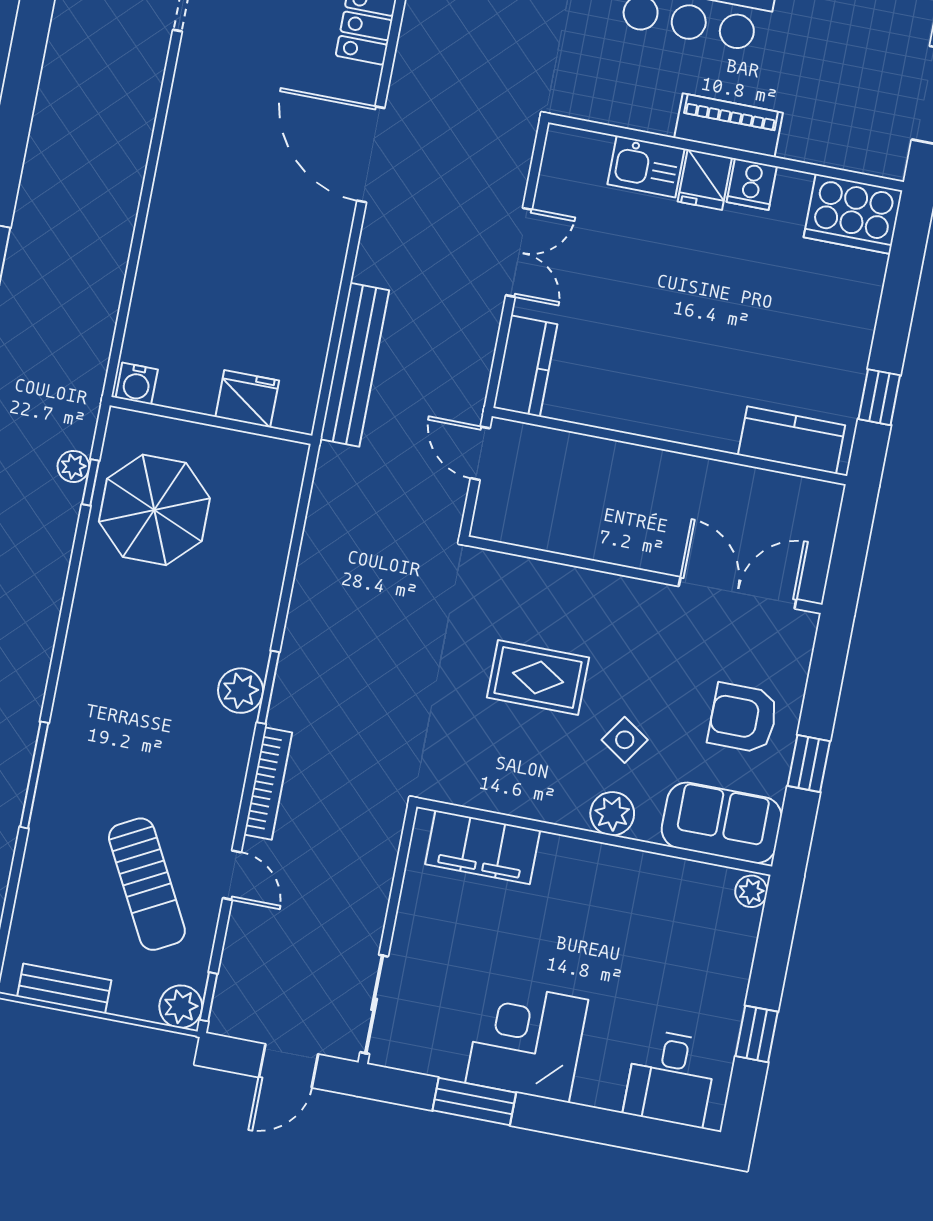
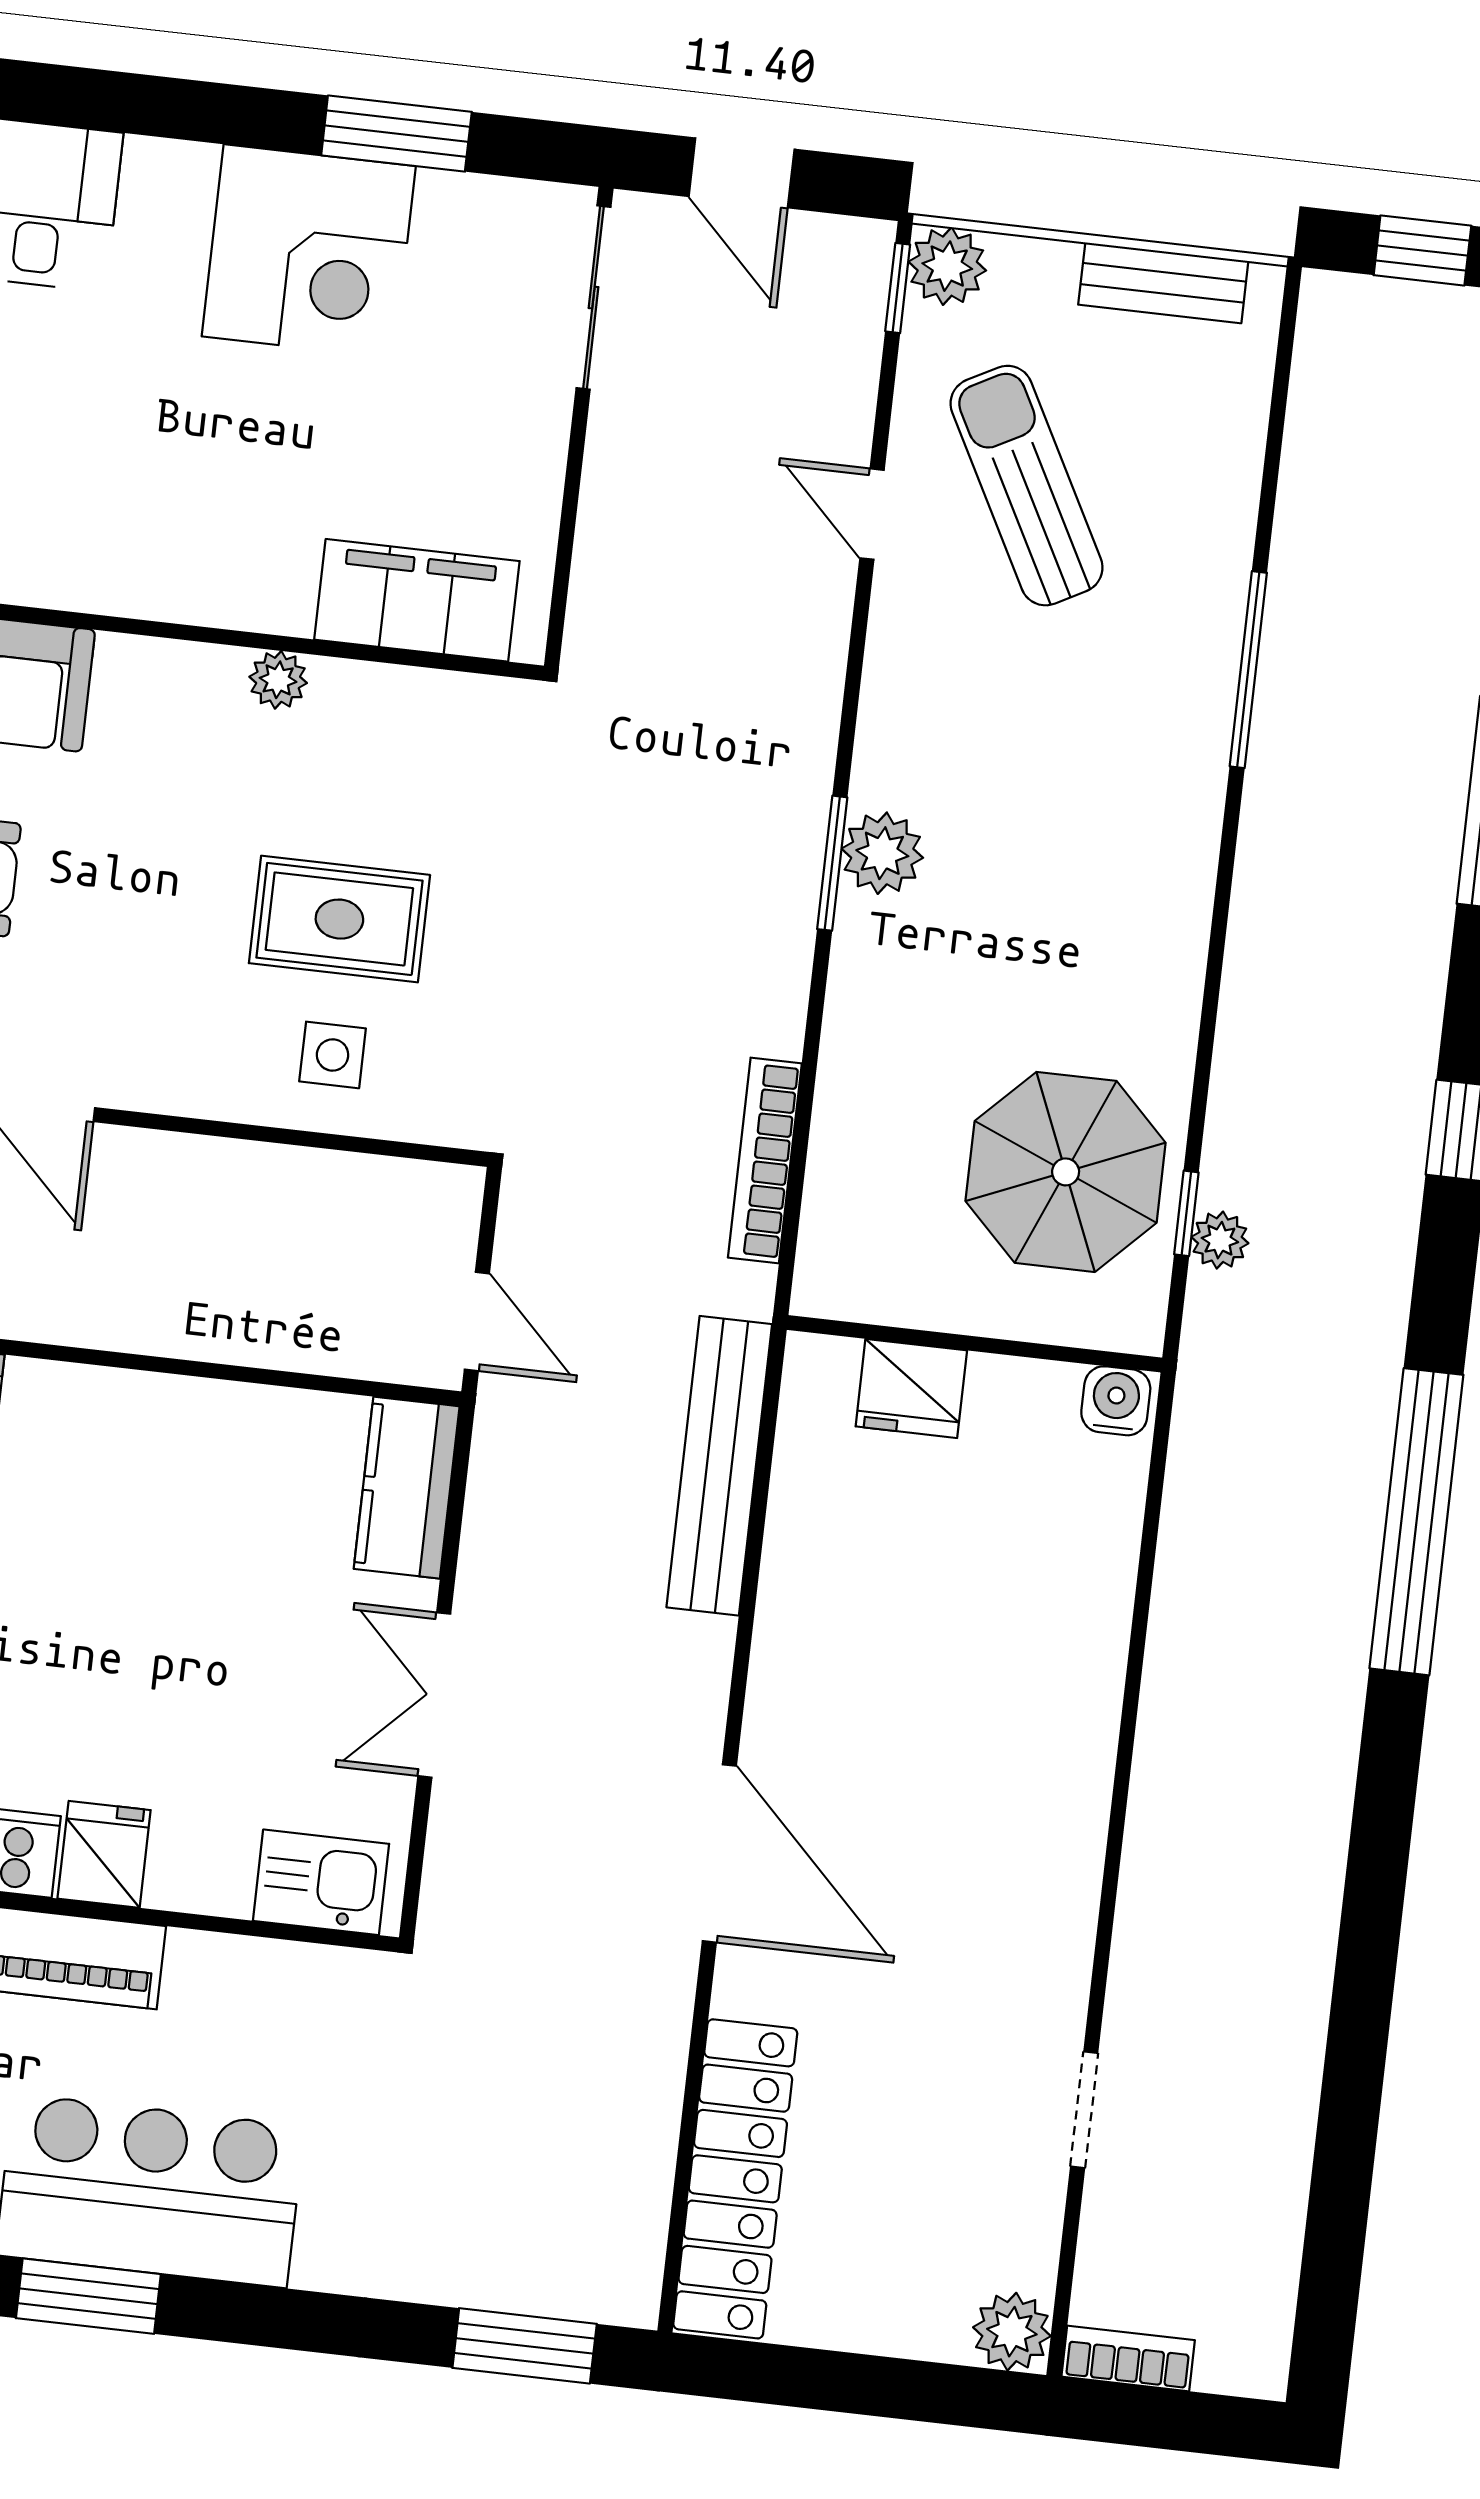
kitchen sink: (646, 166) -> (321, 1882), moved
side table: (625, 740) -> (333, 1055), moved, turned -34
bookcase: (268, 783) -> (765, 1160), moved
plant: (612, 814) -> (278, 680), moved, width x0.73, depth x0.73
door: (289, 1066) -> (742, 173), swing flipped

